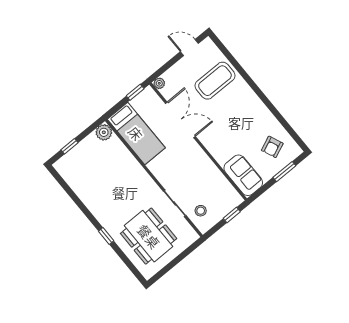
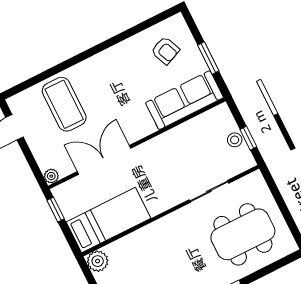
window: (284, 172) -> (208, 58), moved
sofa: (243, 175) -> (185, 100), width x1.36
stool: (201, 211) -> (235, 140), moved
window: (232, 215) -> (248, 138), moved

